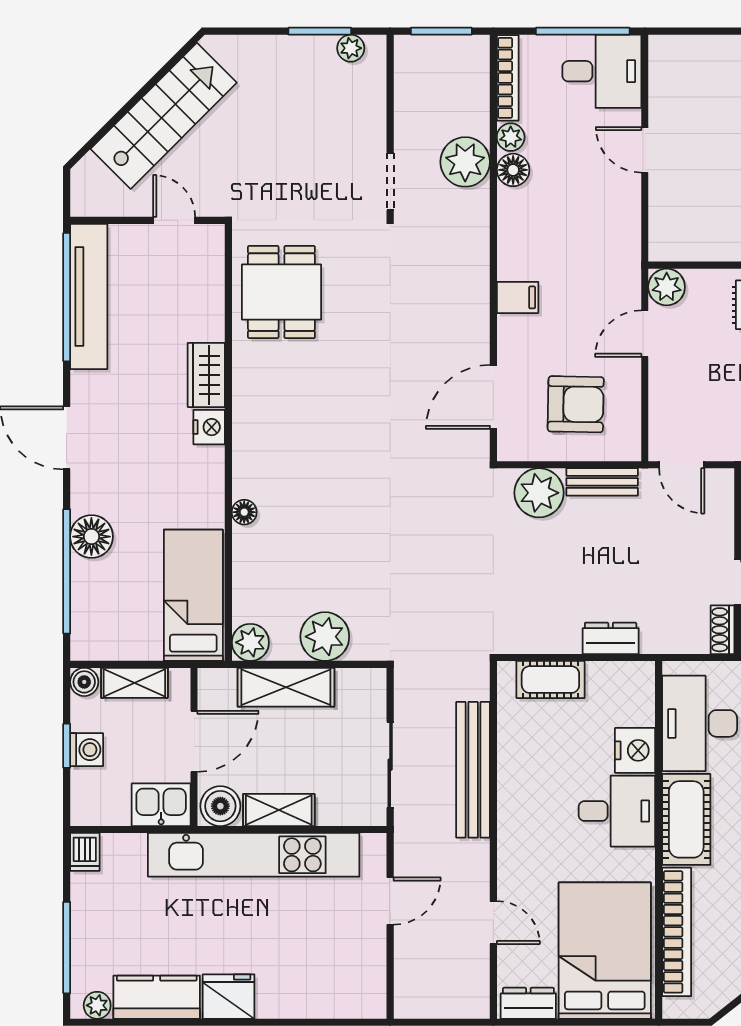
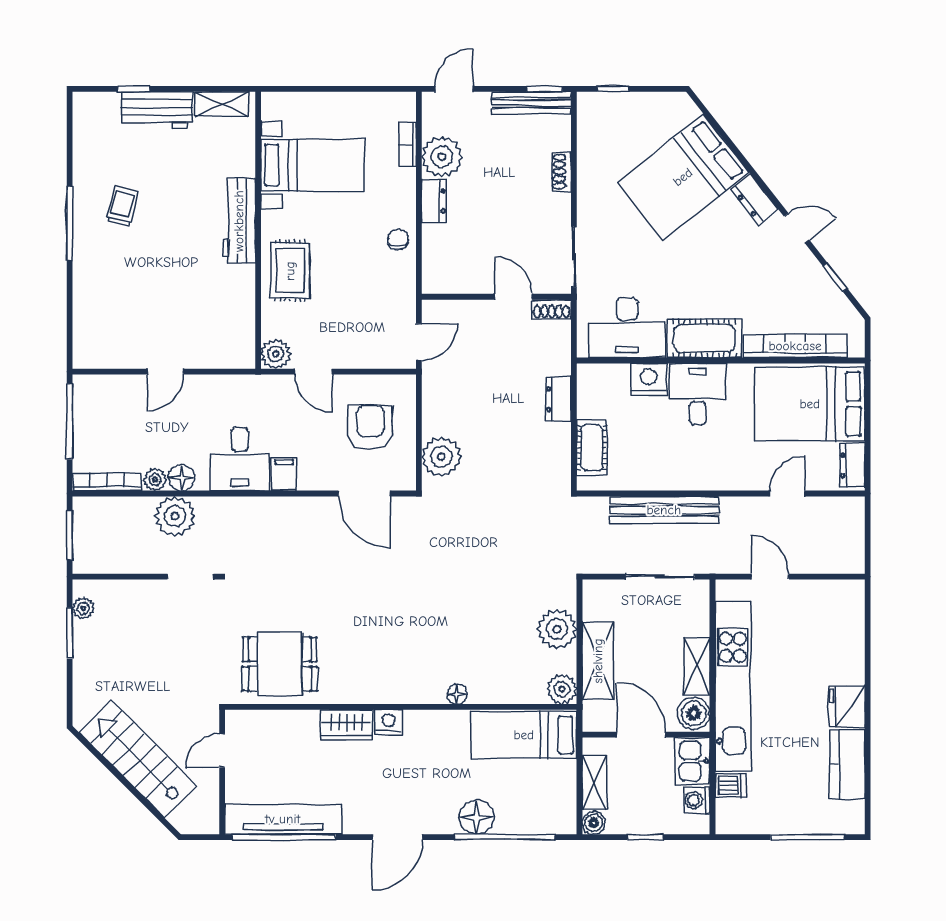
desk: (602, 71) -> (240, 459), moved, turned 180
bench: (602, 482) -> (433, 406), removed
washing machine: (87, 750) -> (696, 800), moved, turned -90
dishwasher: (85, 852) -> (731, 786), moved
plant: (97, 1005) -> (854, 812), removed

